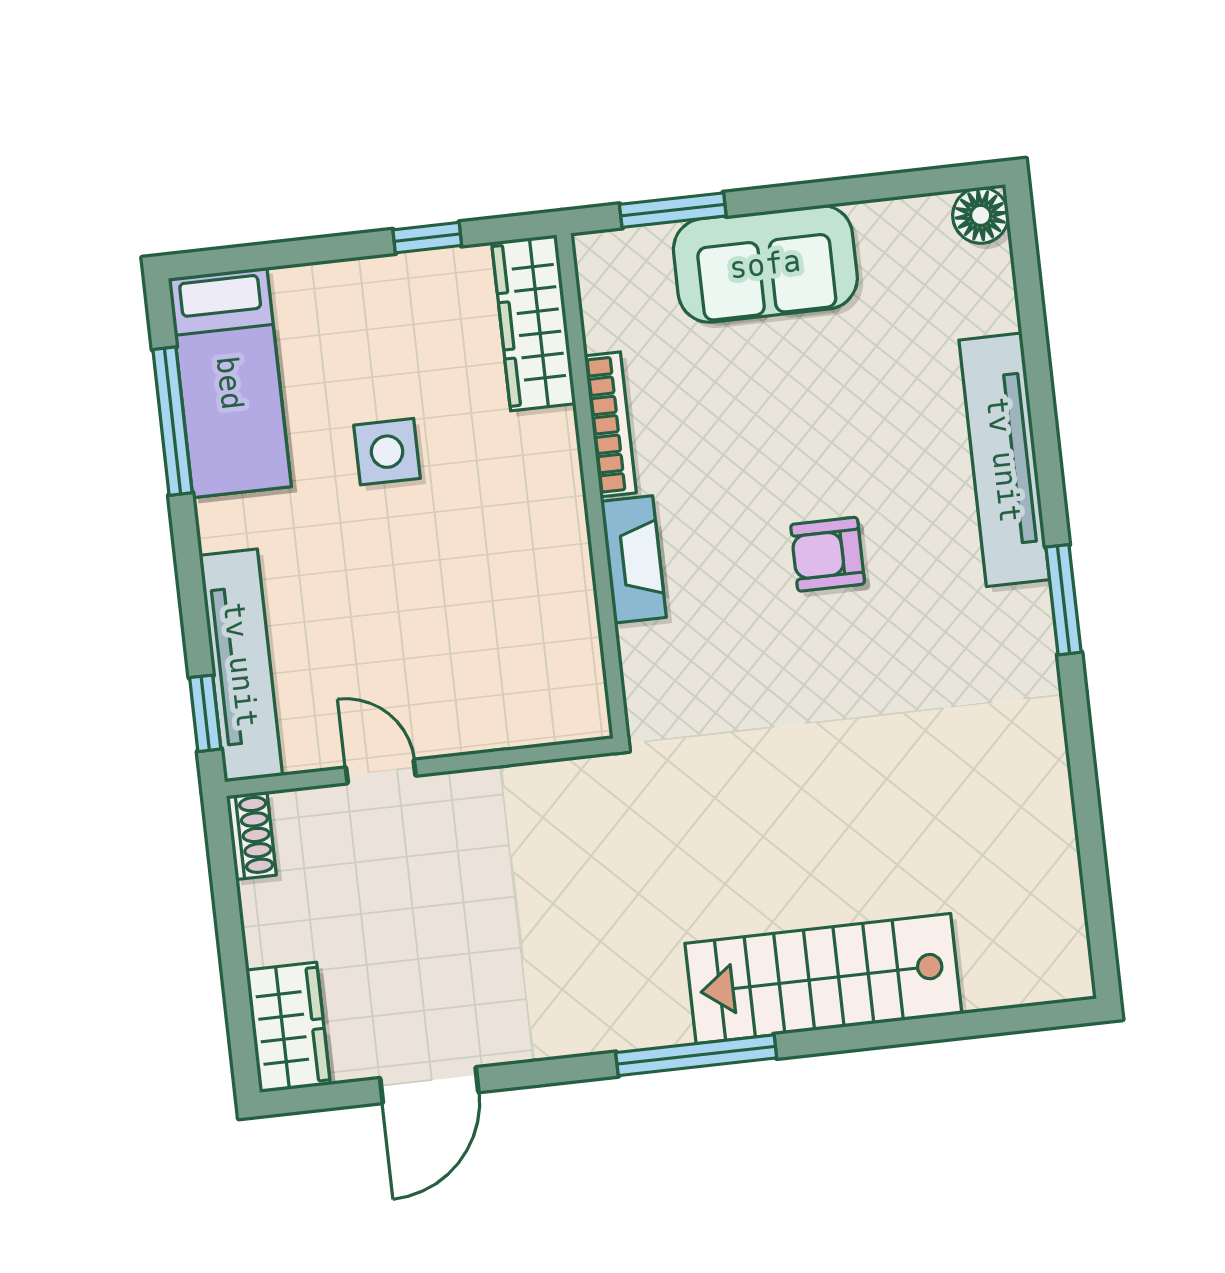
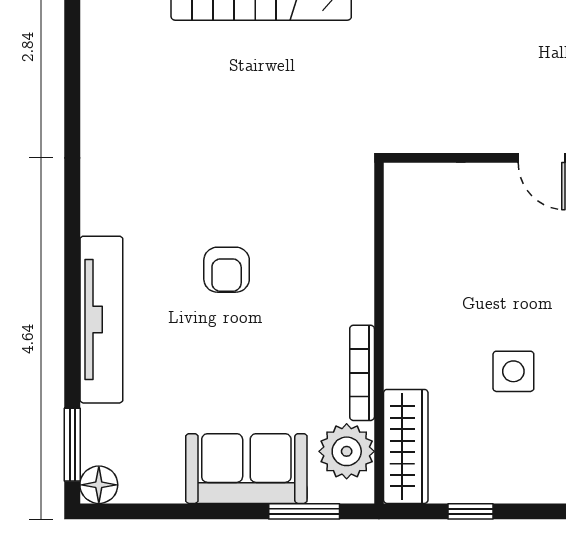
plant: (620, 306) -> (347, 451), added
armchair: (828, 554) -> (227, 270), turned 90
fireplace: (634, 559) -> (357, 281), removed
window: (1064, 600) -> (72, 445), moved

